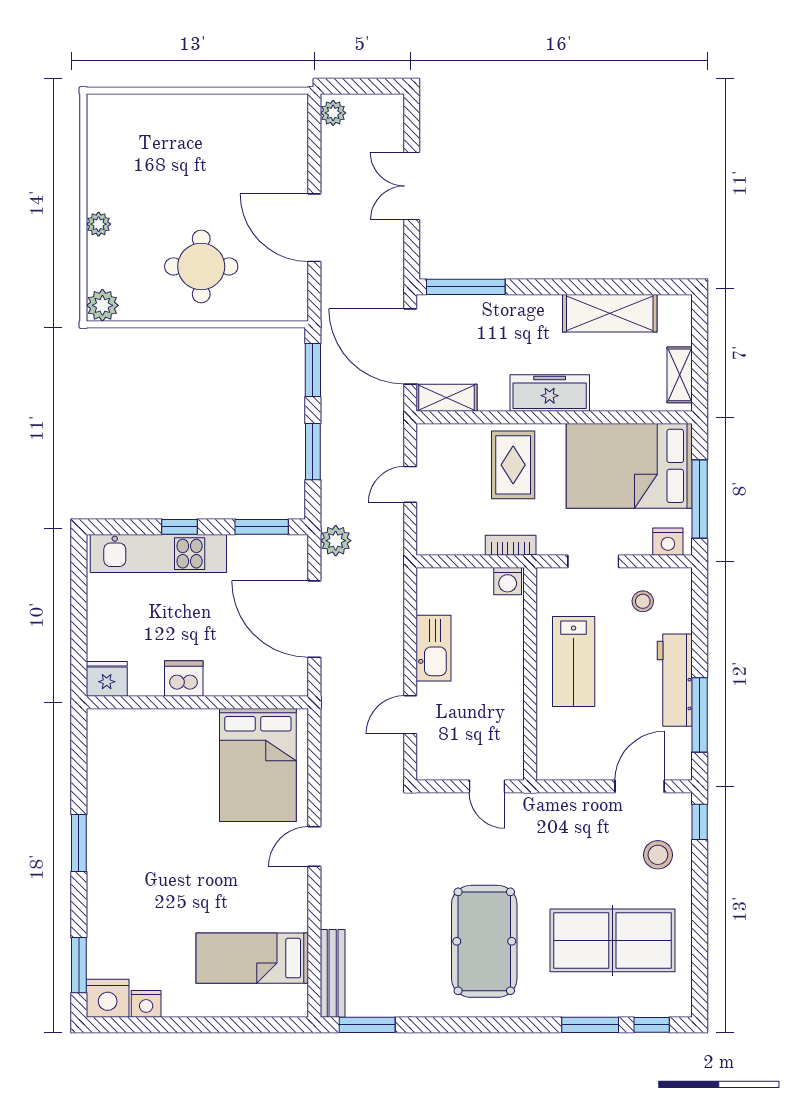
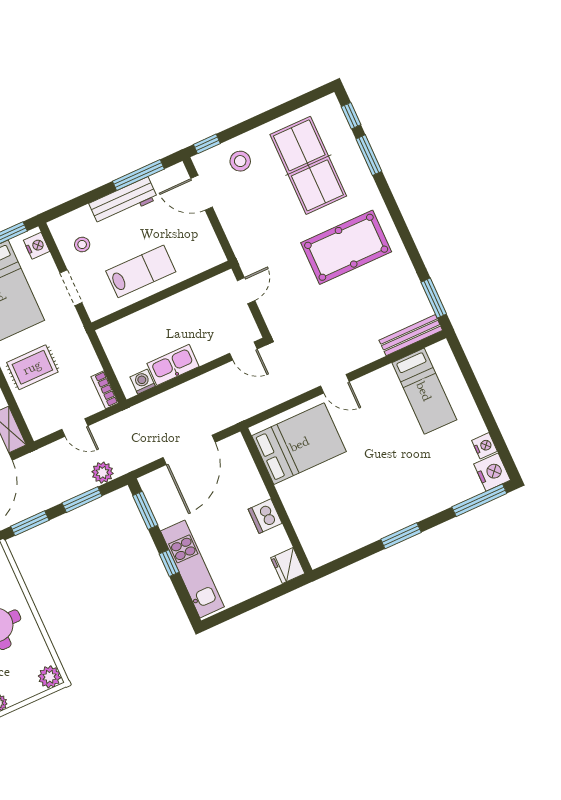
plant: (336, 541) -> (102, 473), moved
bookcase: (511, 545) -> (105, 390), moved
washing machine: (508, 581) -> (143, 382), moved, turned -90
door: (410, 715) -> (243, 351), moved
window: (79, 965) -> (479, 500), width x1.44

